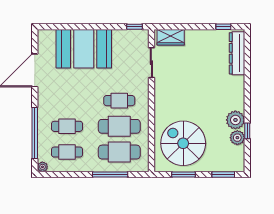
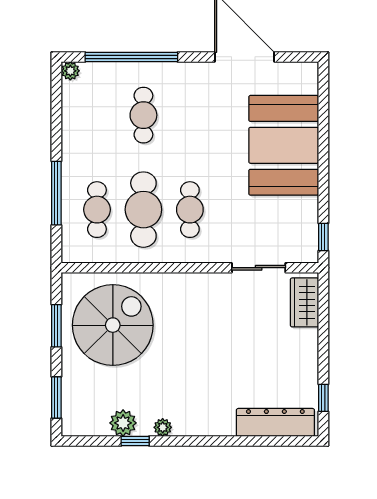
plant: (235, 120) -> (163, 427), width x0.53, depth x0.53
cafe table: (67, 152) -> (97, 115), removed
cafe table: (119, 152) -> (97, 210), width x0.73, depth x0.74

